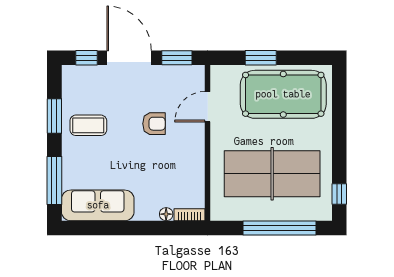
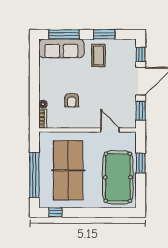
armchair: (154, 124) -> (72, 100), moved
sofa: (98, 205) -> (61, 48), moved, turned 90

